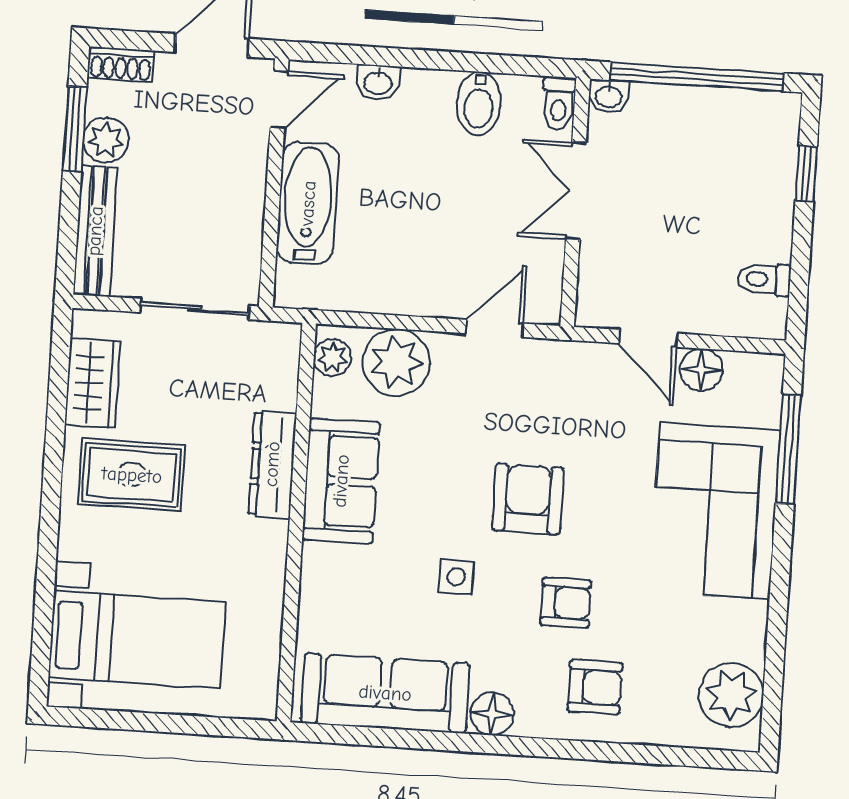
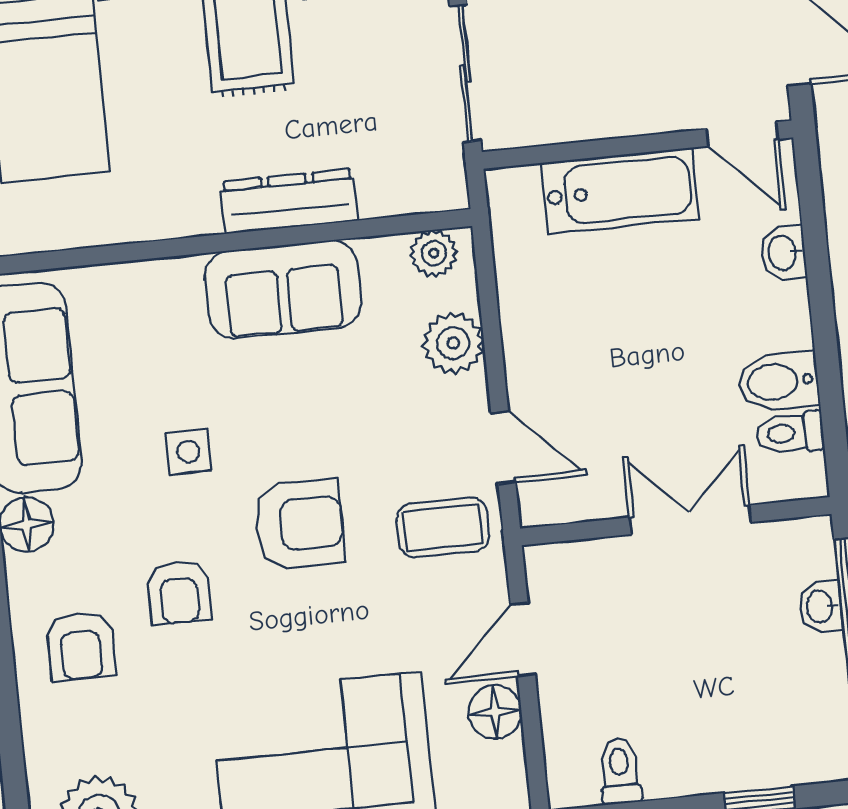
washbasin: (609, 96) -> (821, 606), moved
toilet: (559, 103) -> (790, 433), moved
plant: (396, 362) -> (453, 343), width x0.73, depth x0.73
coffee table: (549, 387) -> (443, 527), added

